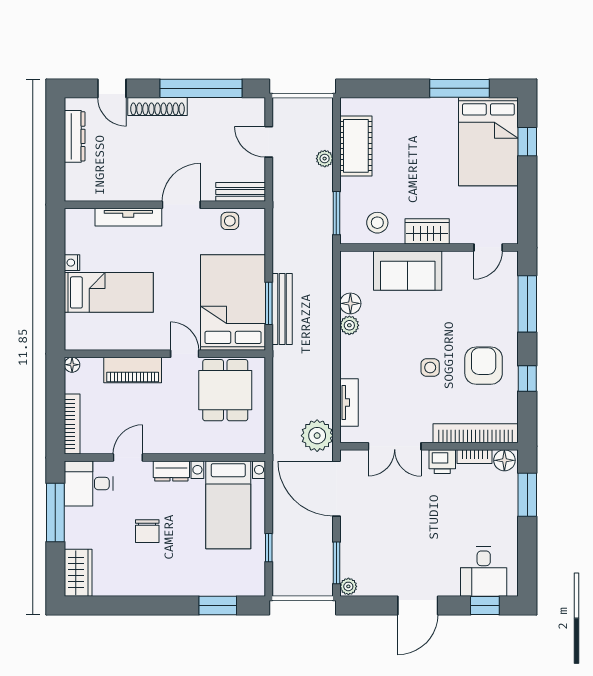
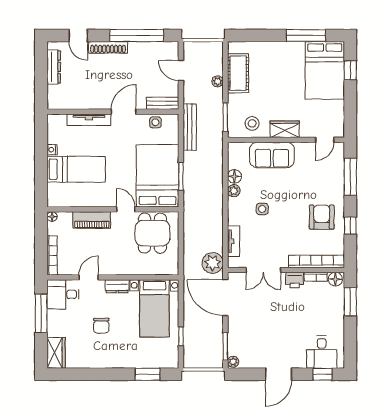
bench: (282, 309) -> (190, 127), moved
side table: (430, 368) -> (262, 209), moved

